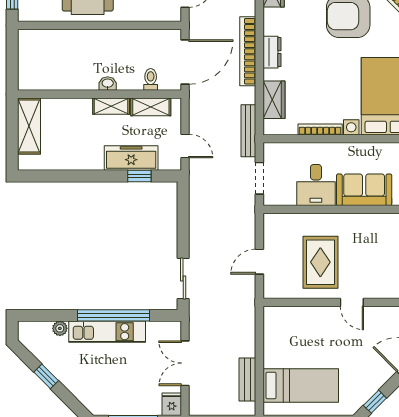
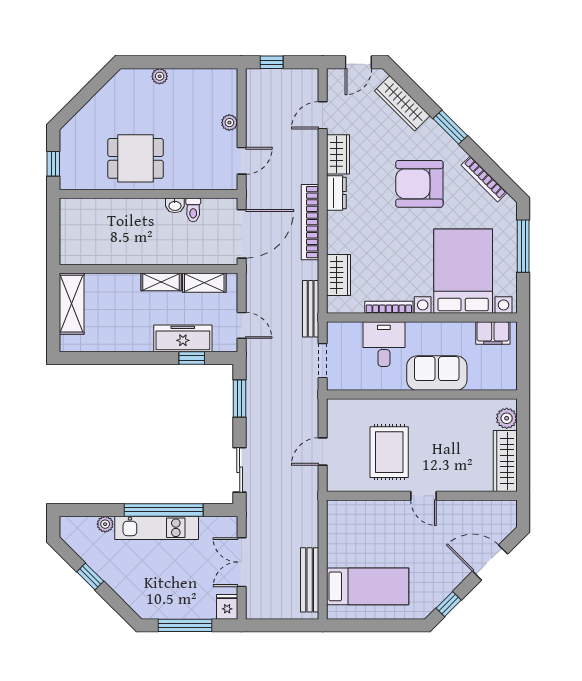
dresser: (272, 52) -> (336, 193), moved
toilet: (151, 79) -> (193, 210), moved, turned 180
washbasin: (108, 84) -> (175, 205), moved, turned 180
desk: (316, 185) -> (384, 344), moved, turned 180
window: (183, 213) -> (240, 398), added
bench: (247, 379) -> (310, 580), width x1.36

